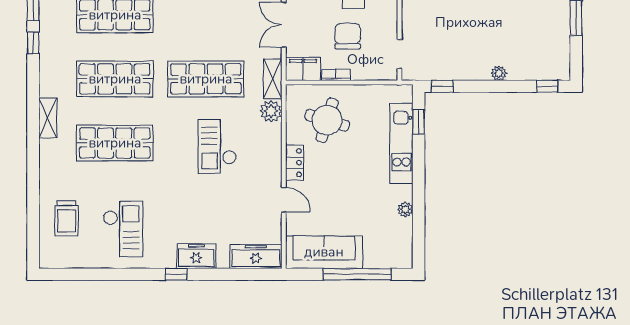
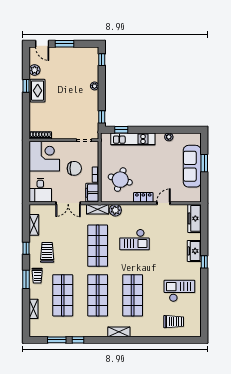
chair: (348, 36) -> (74, 168), turned 180
sofa: (324, 252) -> (192, 166), moved
window: (357, 274) -> (204, 163), width x0.47

